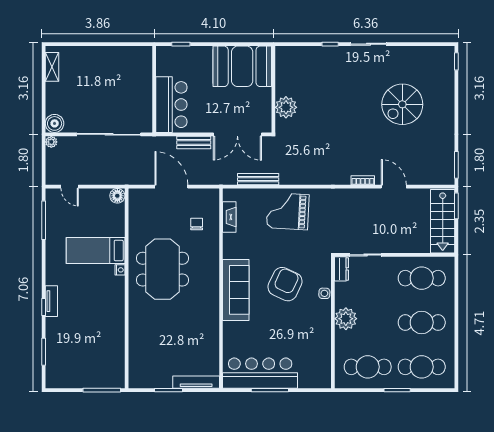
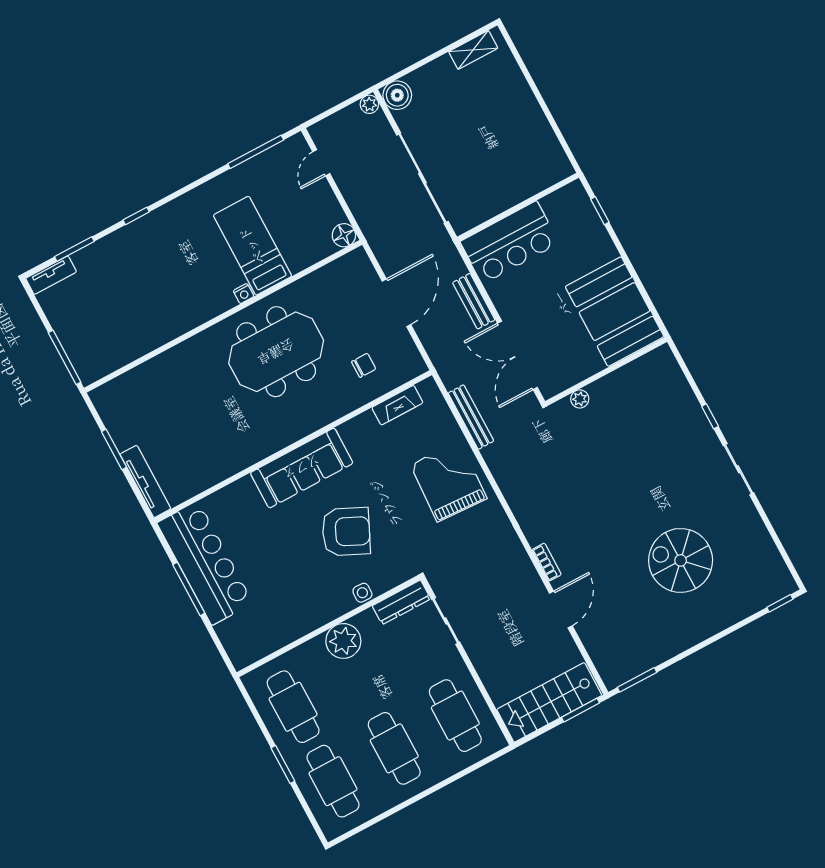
plant: (286, 107) -> (580, 399), width x0.53, depth x0.53
dresser: (342, 269) -> (401, 602), width x1.44
tv unit: (51, 301) -> (51, 275), moved

